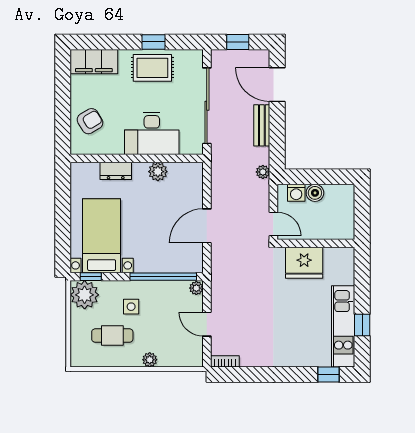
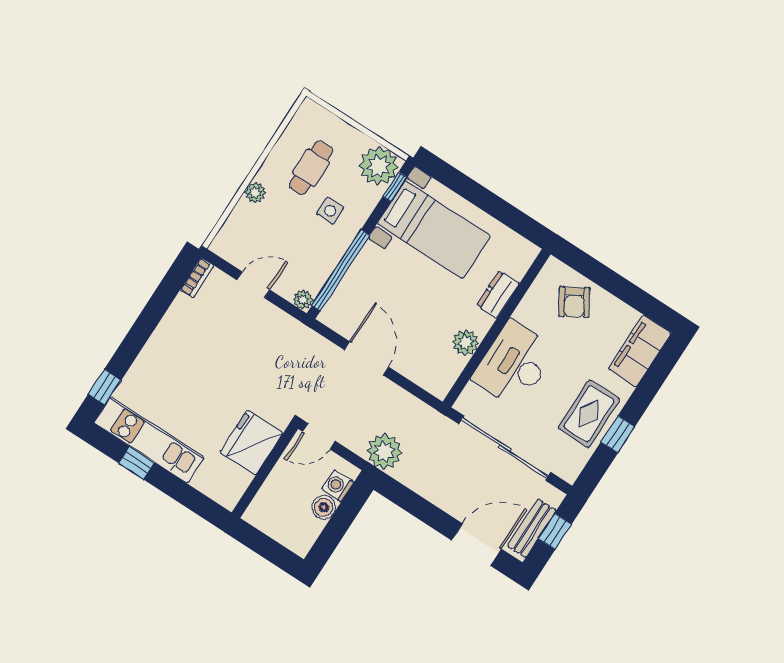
bench: (262, 125) -> (532, 528), moved, turned 90
plant: (263, 172) -> (384, 452), width x1.88, depth x1.88

